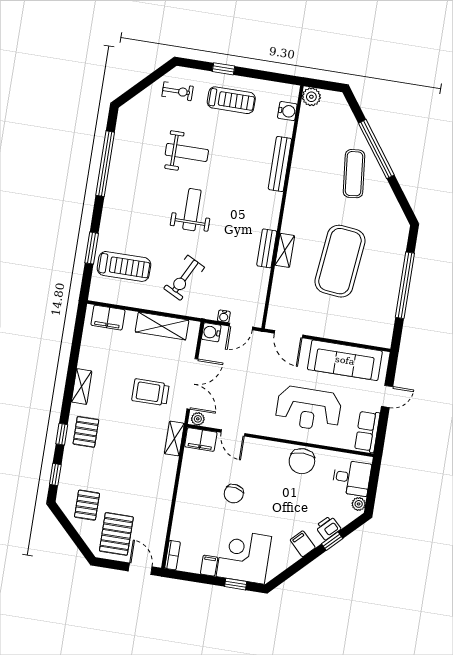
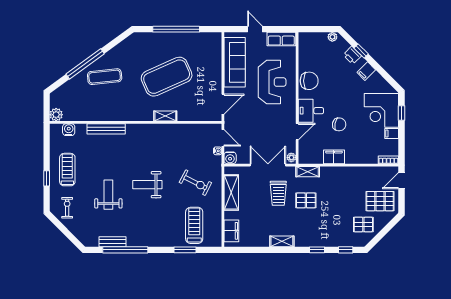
bench: (267, 248) -> (113, 242), moved
exercise mat: (340, 261) -> (167, 77), turned -30
pallet: (86, 432) -> (306, 200), moved
filing cabinet: (201, 440) -> (334, 157), moved, turned -90
desk: (352, 478) -> (311, 111), moved, turned -90

